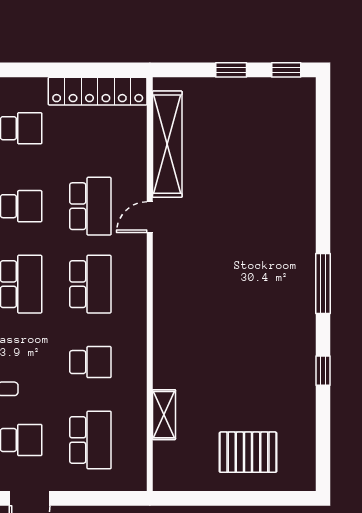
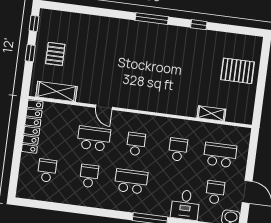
pallet: (236, 116) -> (55, 54), added
shelving: (167, 144) -> (57, 92), width x0.68
school desk: (90, 284) -> (136, 144), width x0.54
pallet: (248, 452) -> (238, 71), turned 90

